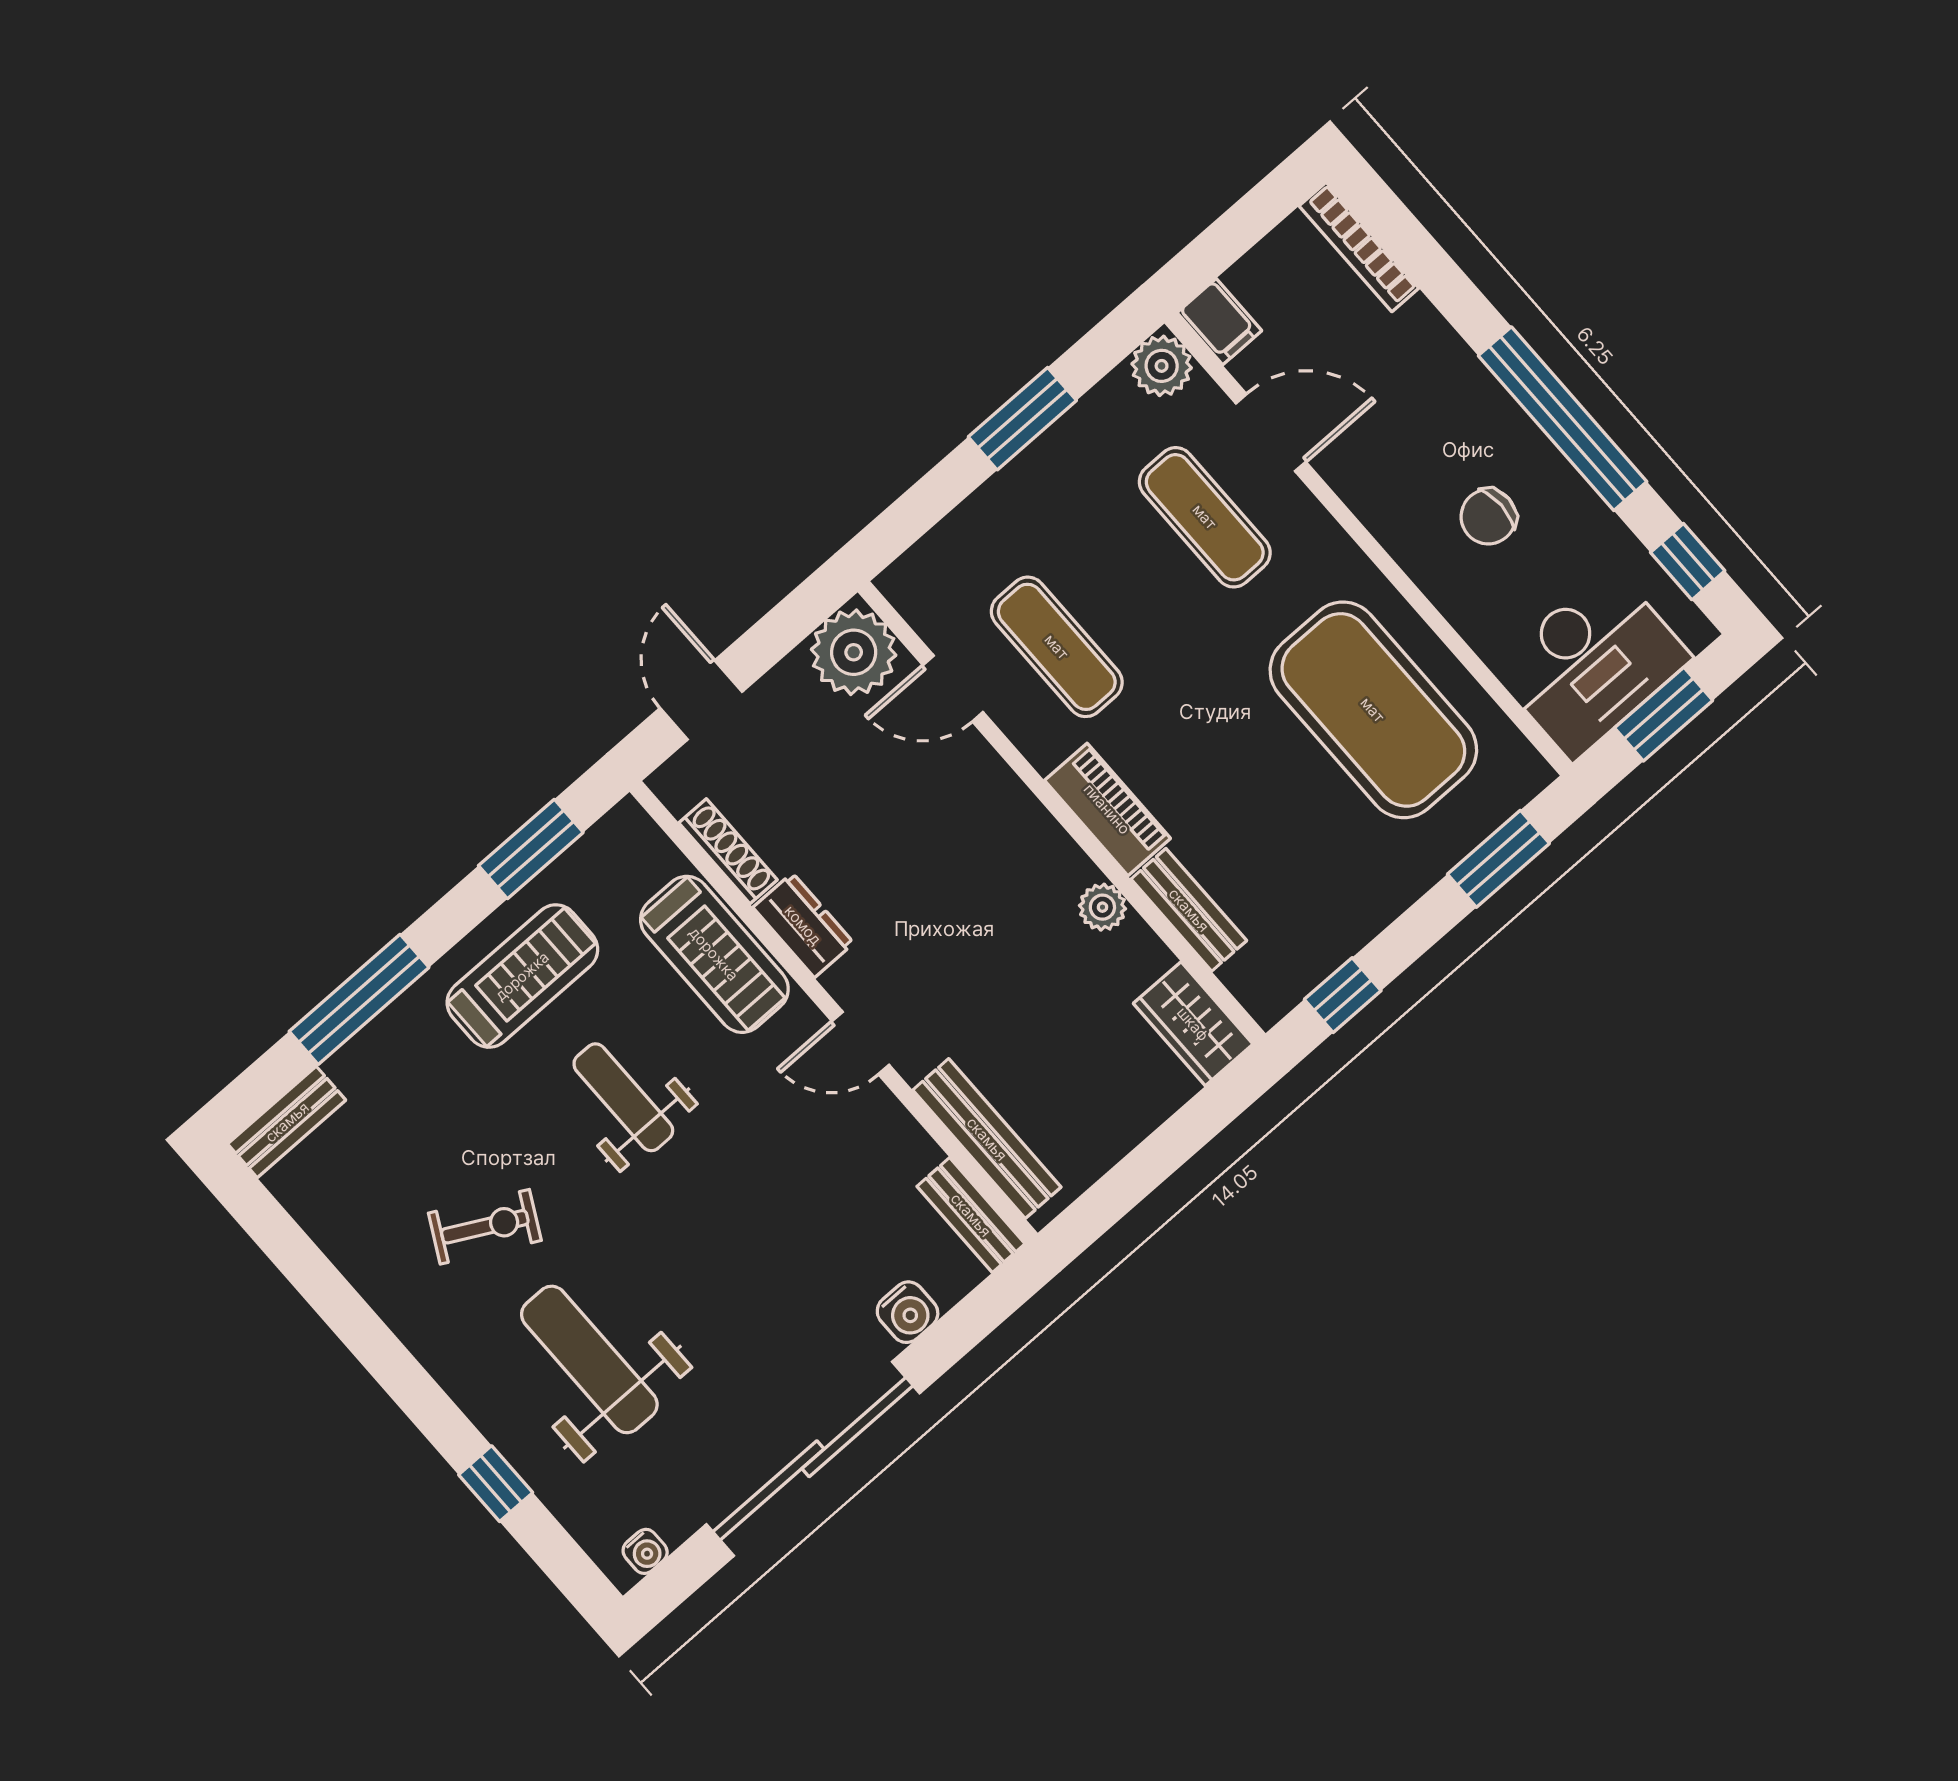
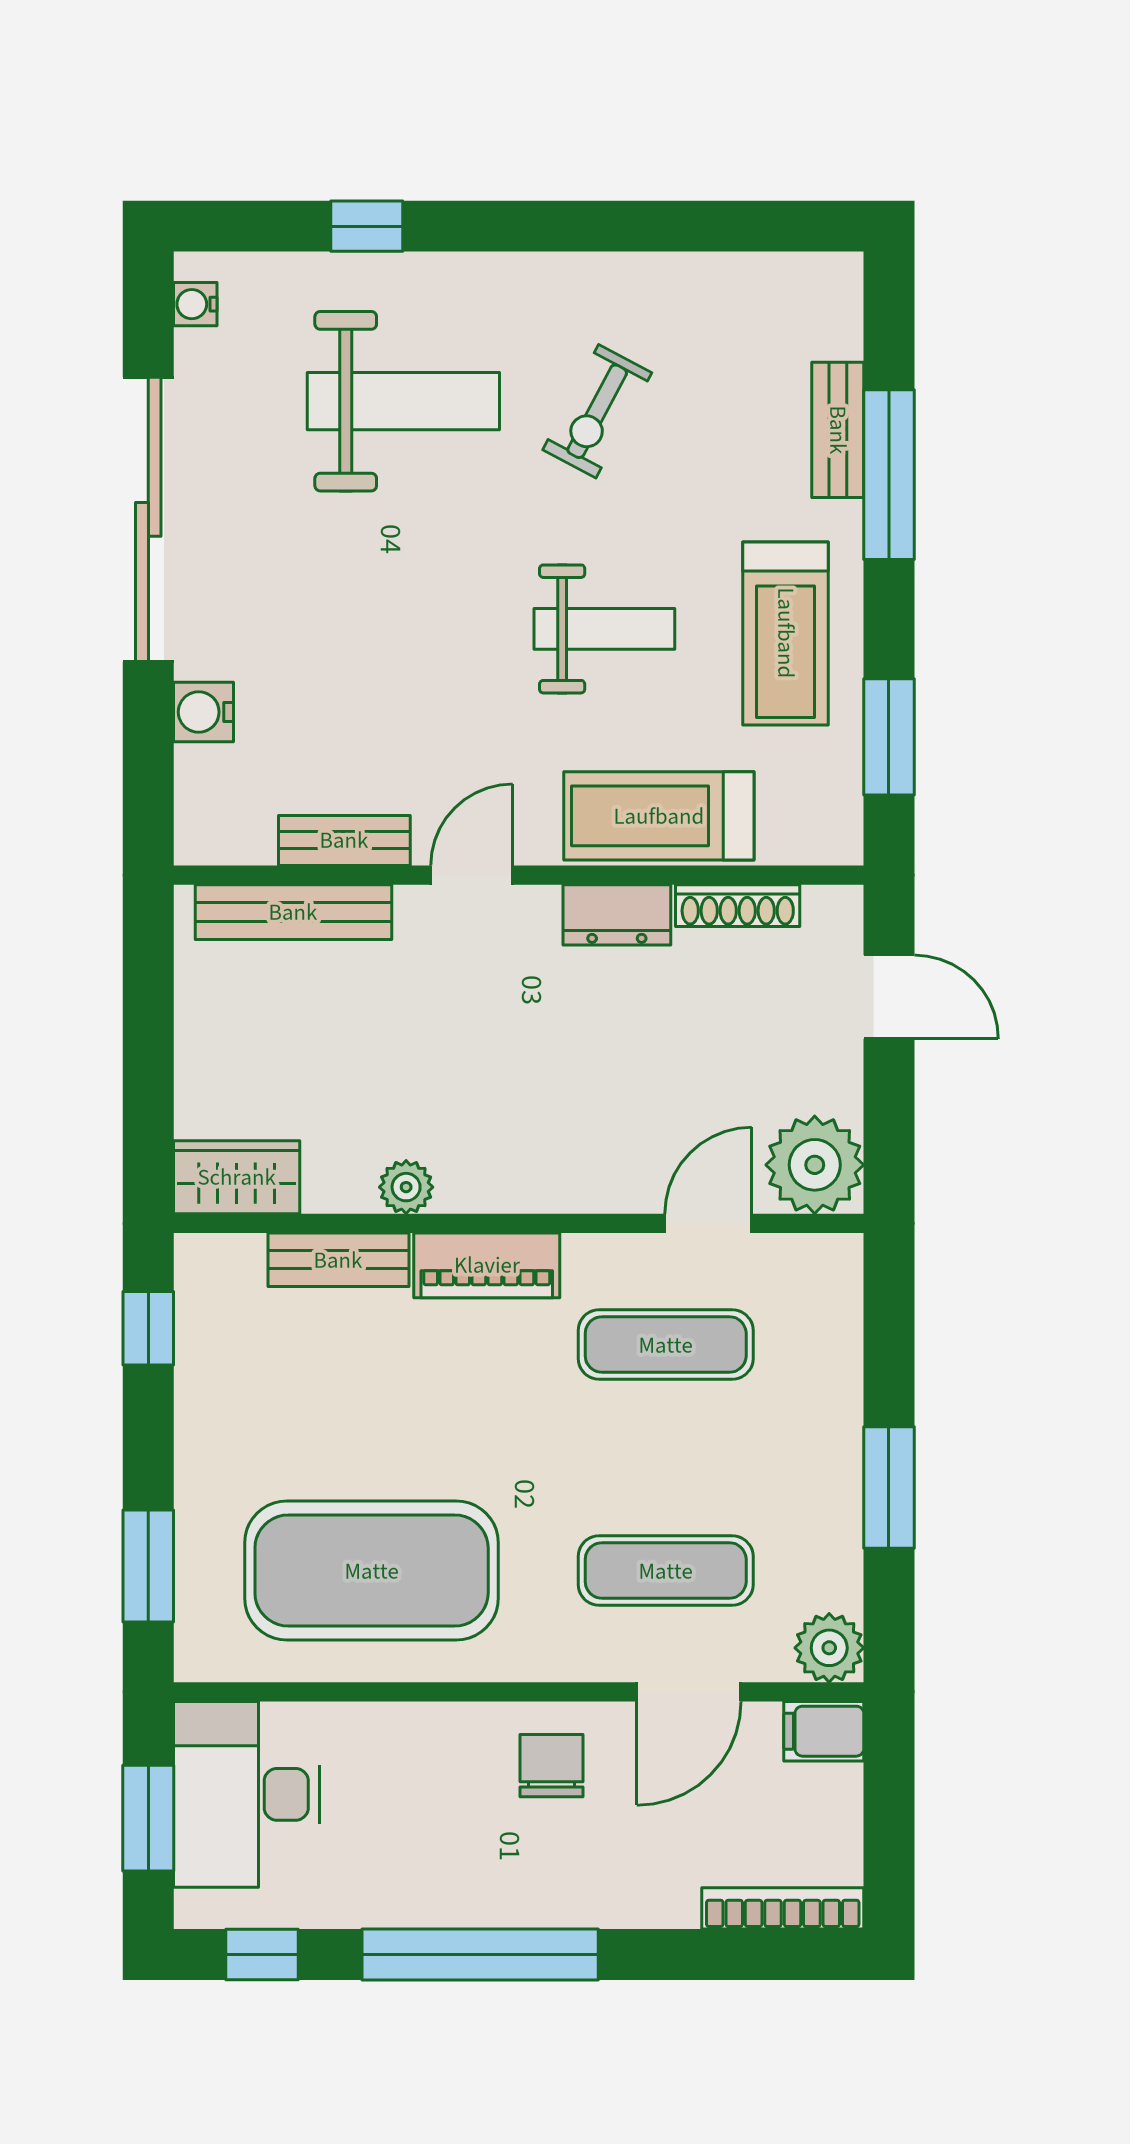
chair: (1488, 517) -> (551, 1766), moved
bench: (287, 1122) -> (838, 430), moved
bench: (971, 1215) -> (344, 840), moved

